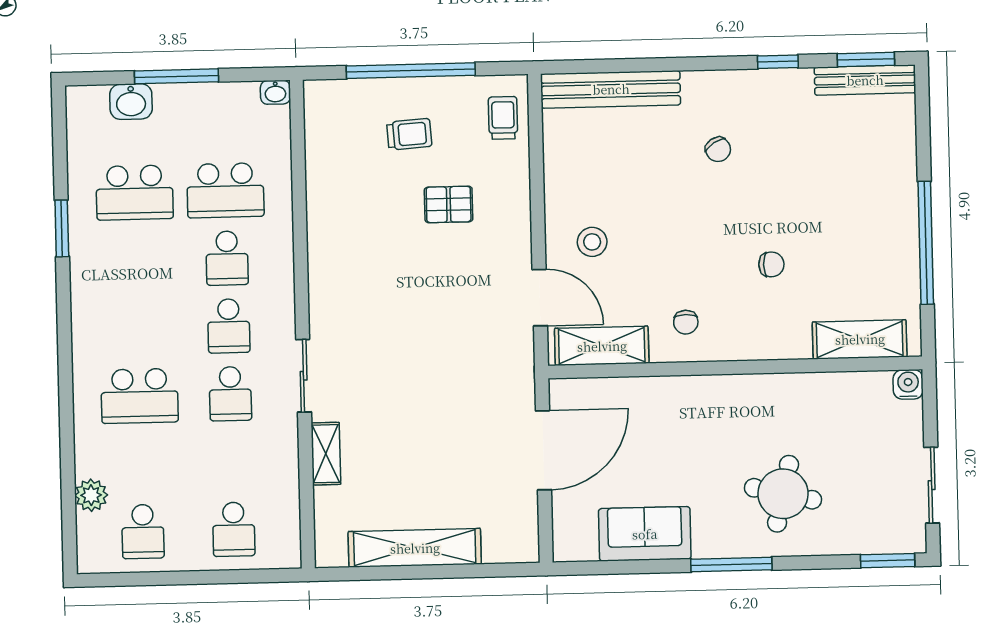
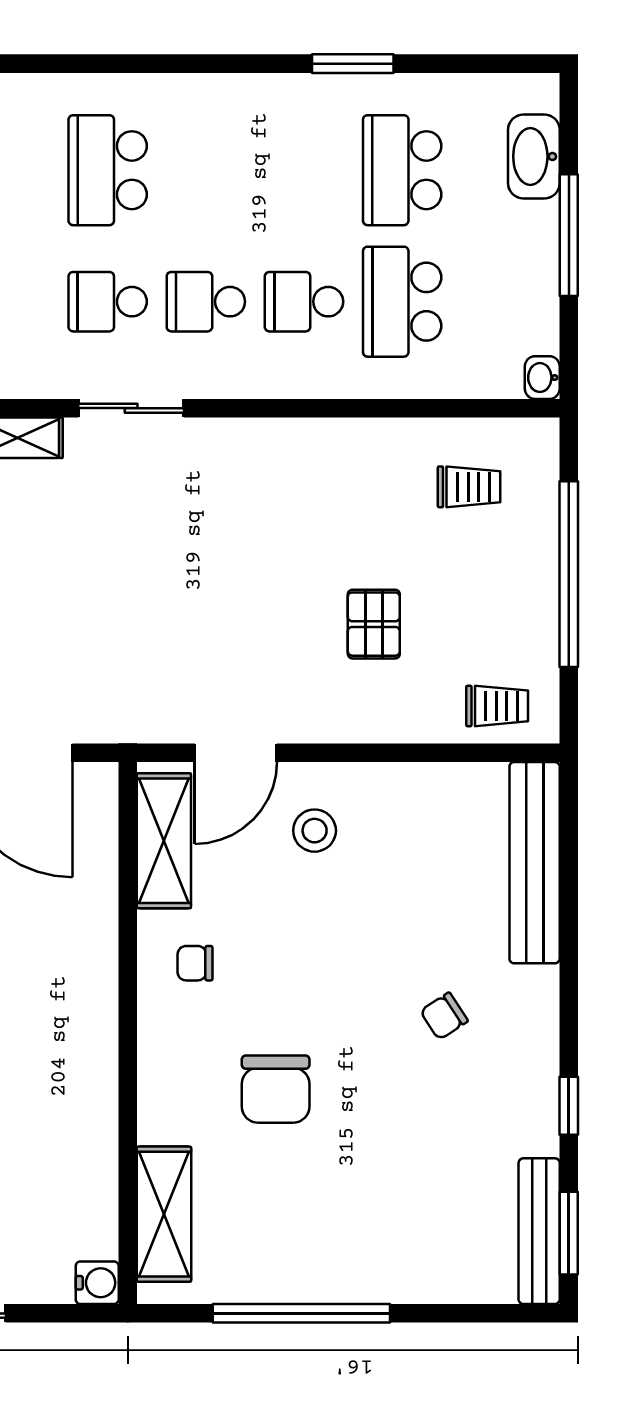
washbasin: (131, 102) -> (534, 156), width x1.38
trolley: (409, 134) -> (469, 487), moved, turned -86
chair: (771, 264) -> (276, 1089), width x1.87, depth x1.87

